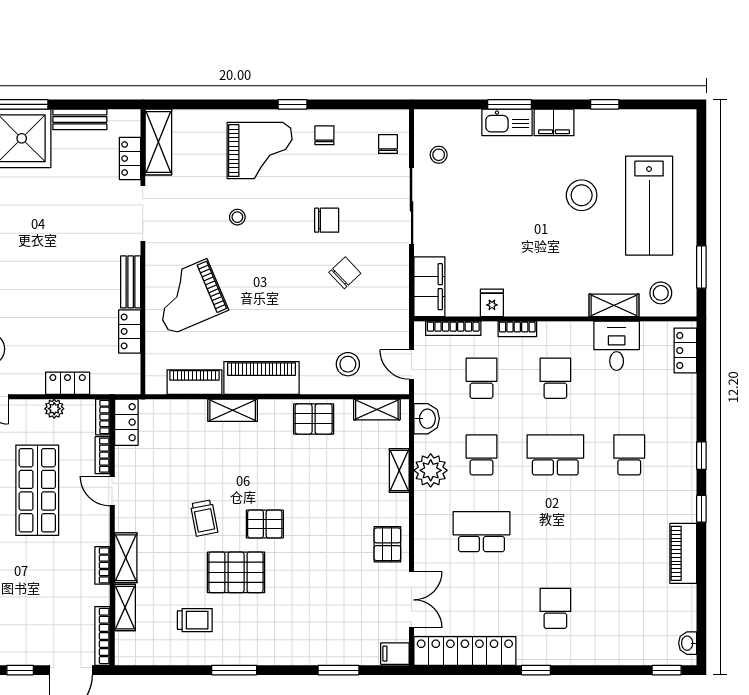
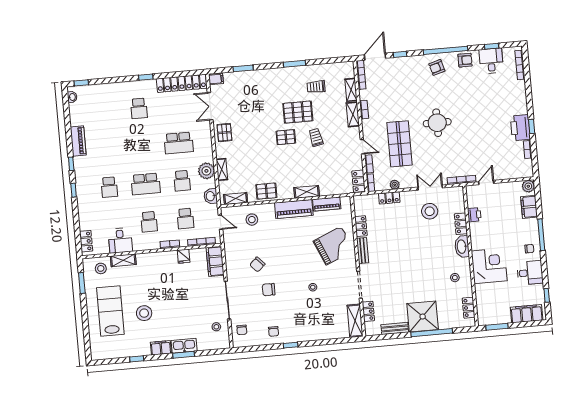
grand piano: (260, 151) -> (305, 321), removed

